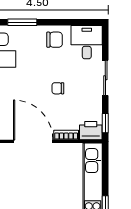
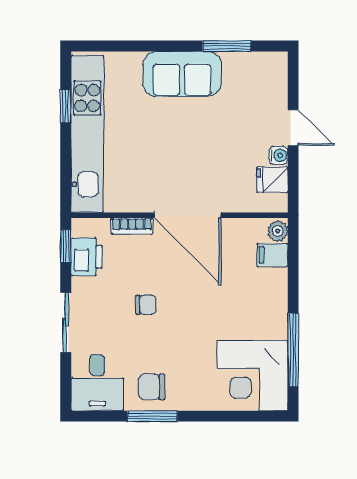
window: (22, 22) -> (152, 416), moved
printer: (91, 131) -> (87, 257), moved, turned -90

